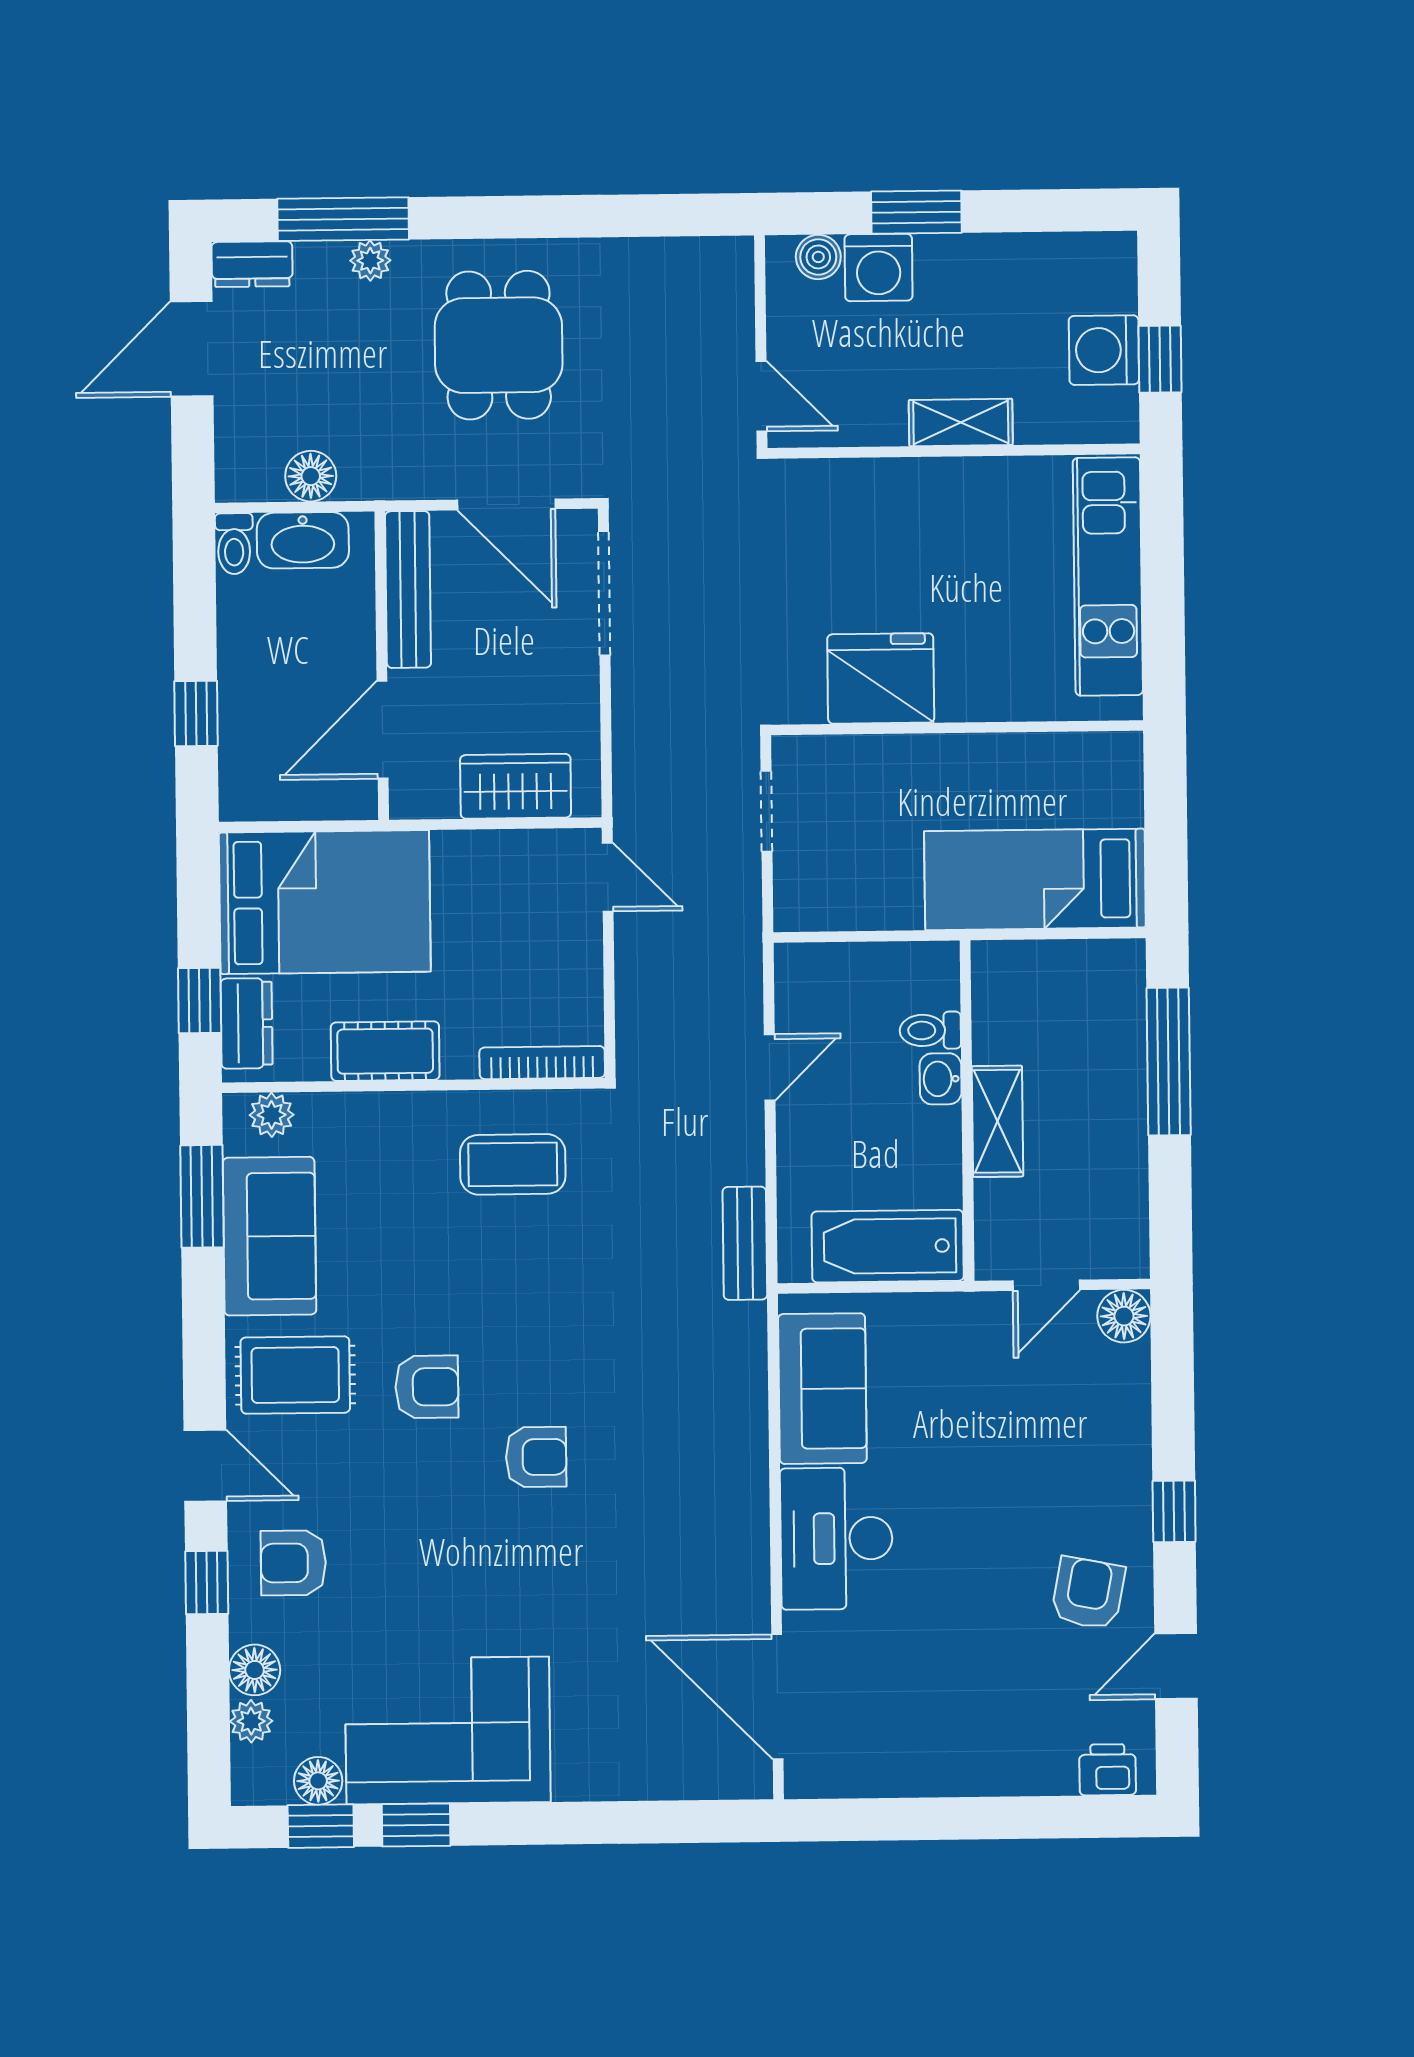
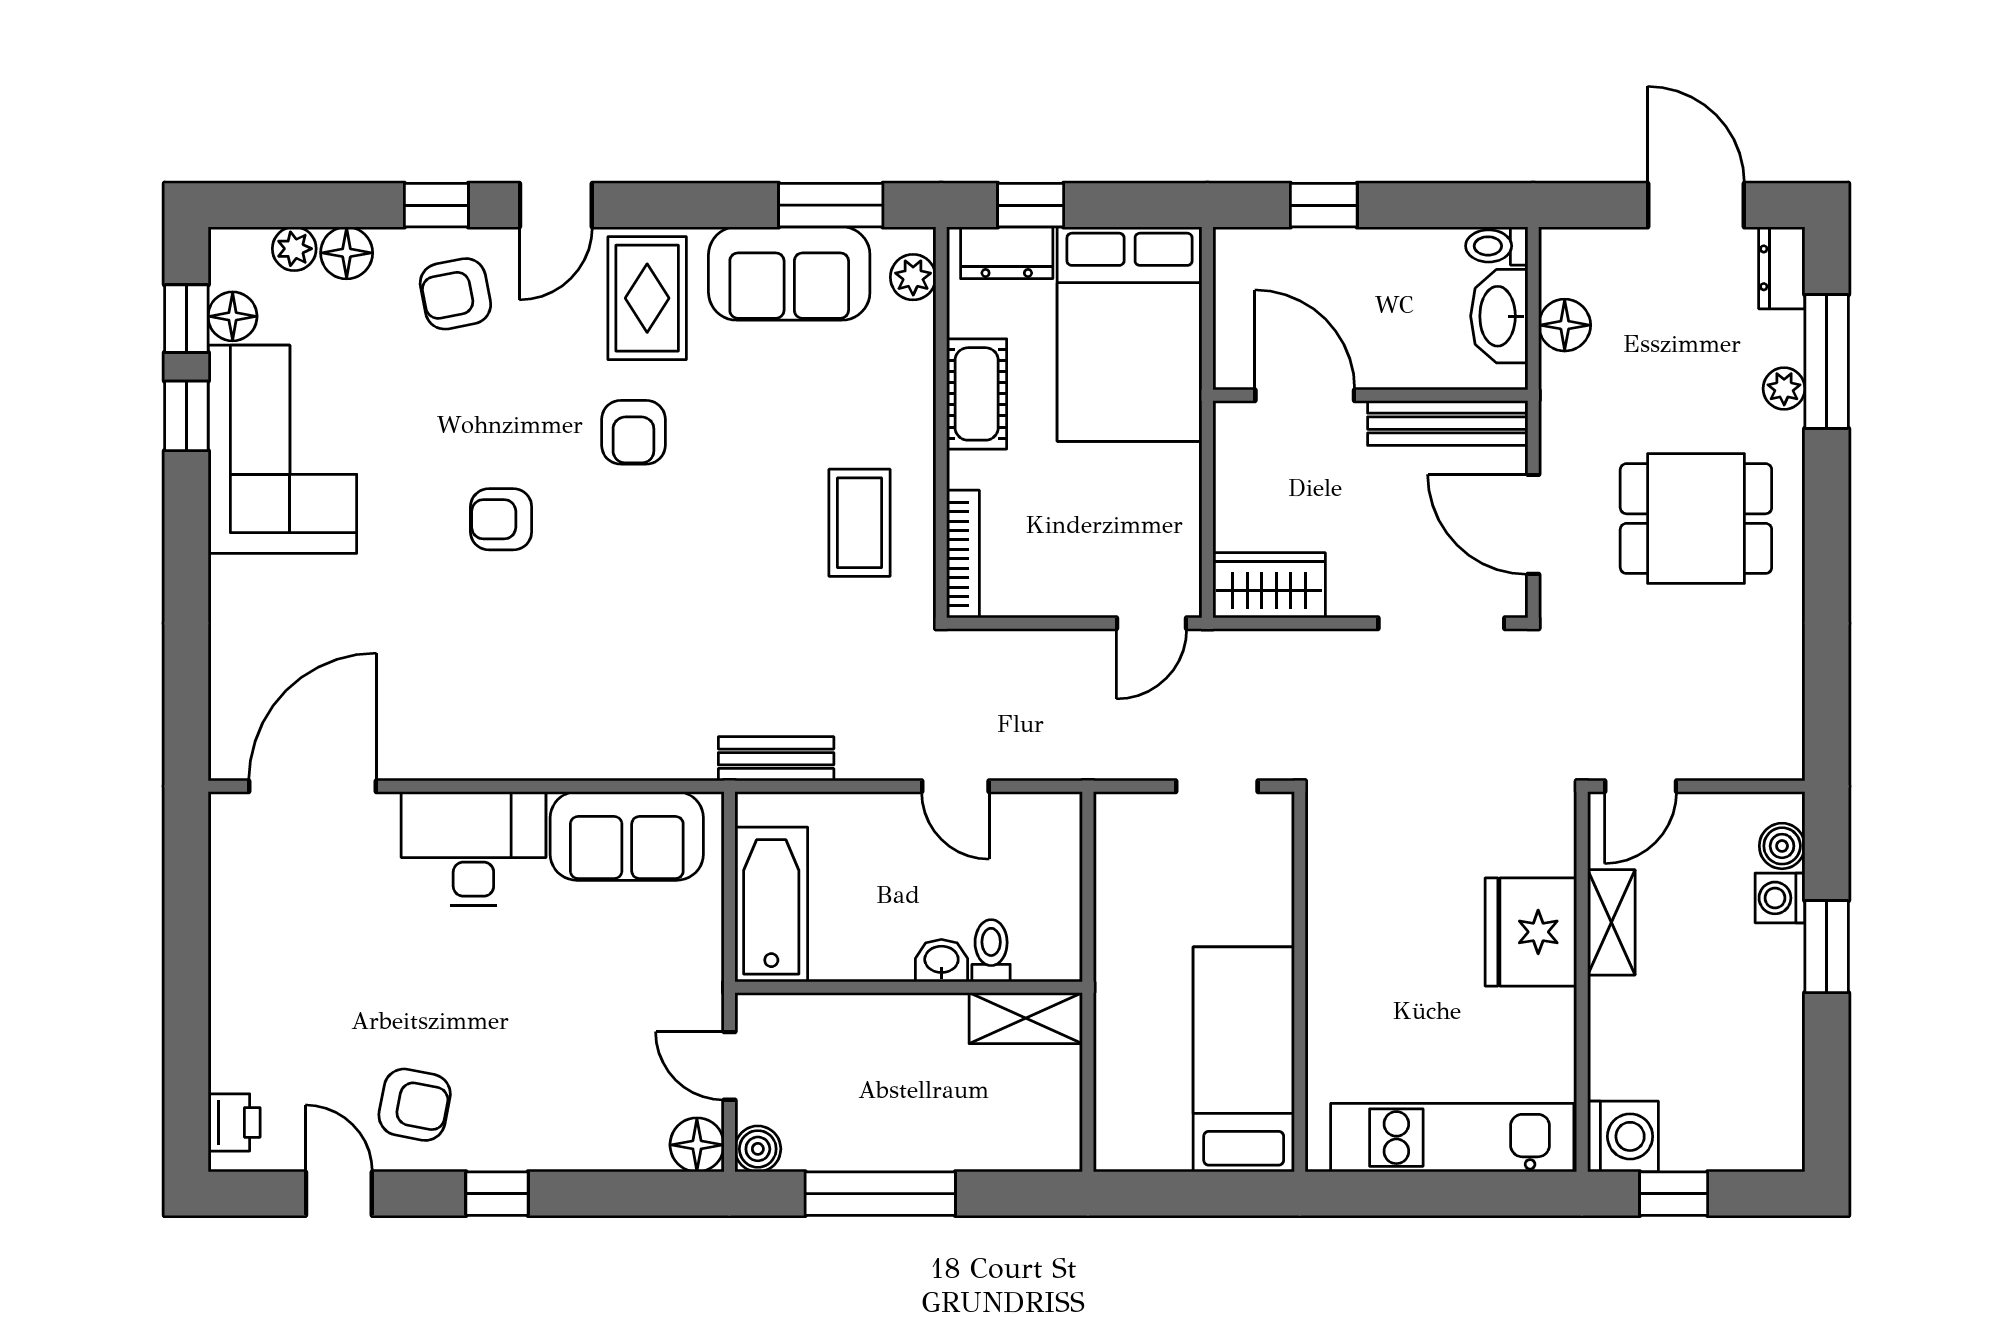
washing machine: (879, 267) -> (1780, 898), width x0.73, depth x0.73
washing machine: (1104, 350) -> (1623, 1136), moved, turned 90
shelving: (961, 422) -> (1611, 922), moved
door: (506, 504) -> (1533, 524), hinge flipped
fridge: (881, 678) -> (1531, 932), moved, turned 180
wardrobe: (516, 786) -> (1269, 585), moved, turned -90
bed: (1035, 879) -> (1244, 1059), moved
window: (1169, 1062) -> (880, 1194), moved
shelving: (997, 1121) -> (1026, 1018), moved
boiler: (1127, 1256) -> (758, 1149), added
armchair: (536, 1457) -> (501, 519), moved, turned 90
armchair: (293, 1563) -> (455, 294), turned -101

